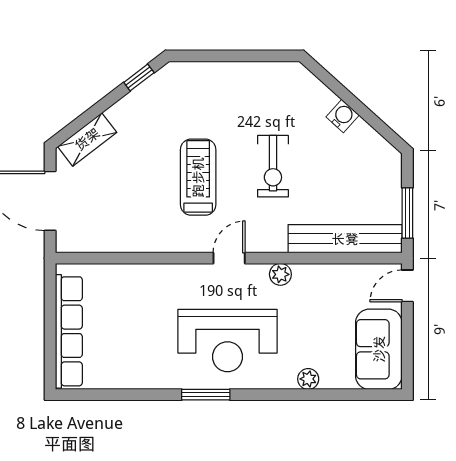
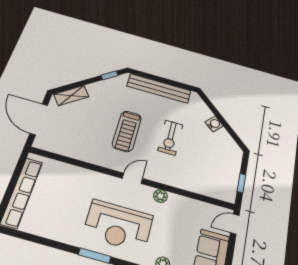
treadmill: (198, 177) -> (127, 131), turned 180
window: (407, 213) -> (241, 183), width x0.67
bench: (345, 239) -> (159, 88), moved

